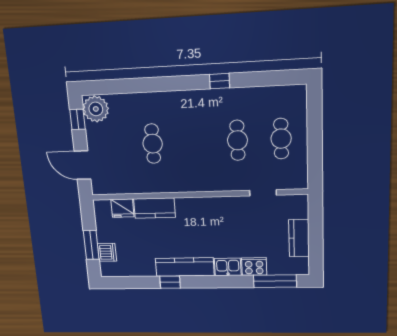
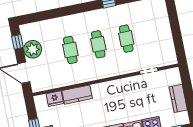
plant: (96, 109) -> (33, 49), moved
cafe table: (281, 139) -> (98, 44), moved

